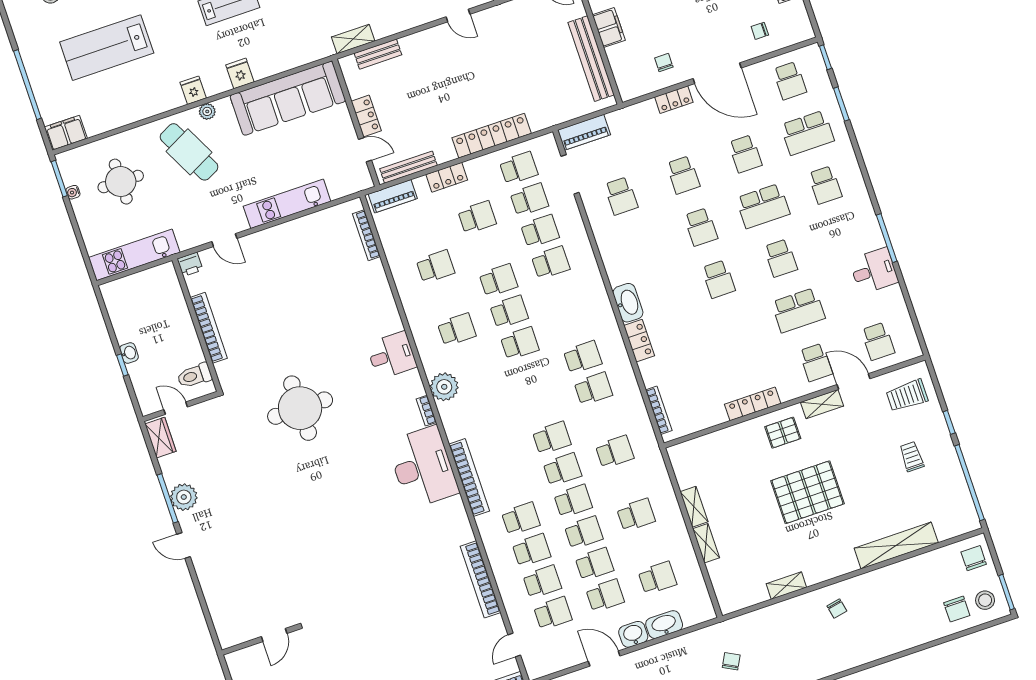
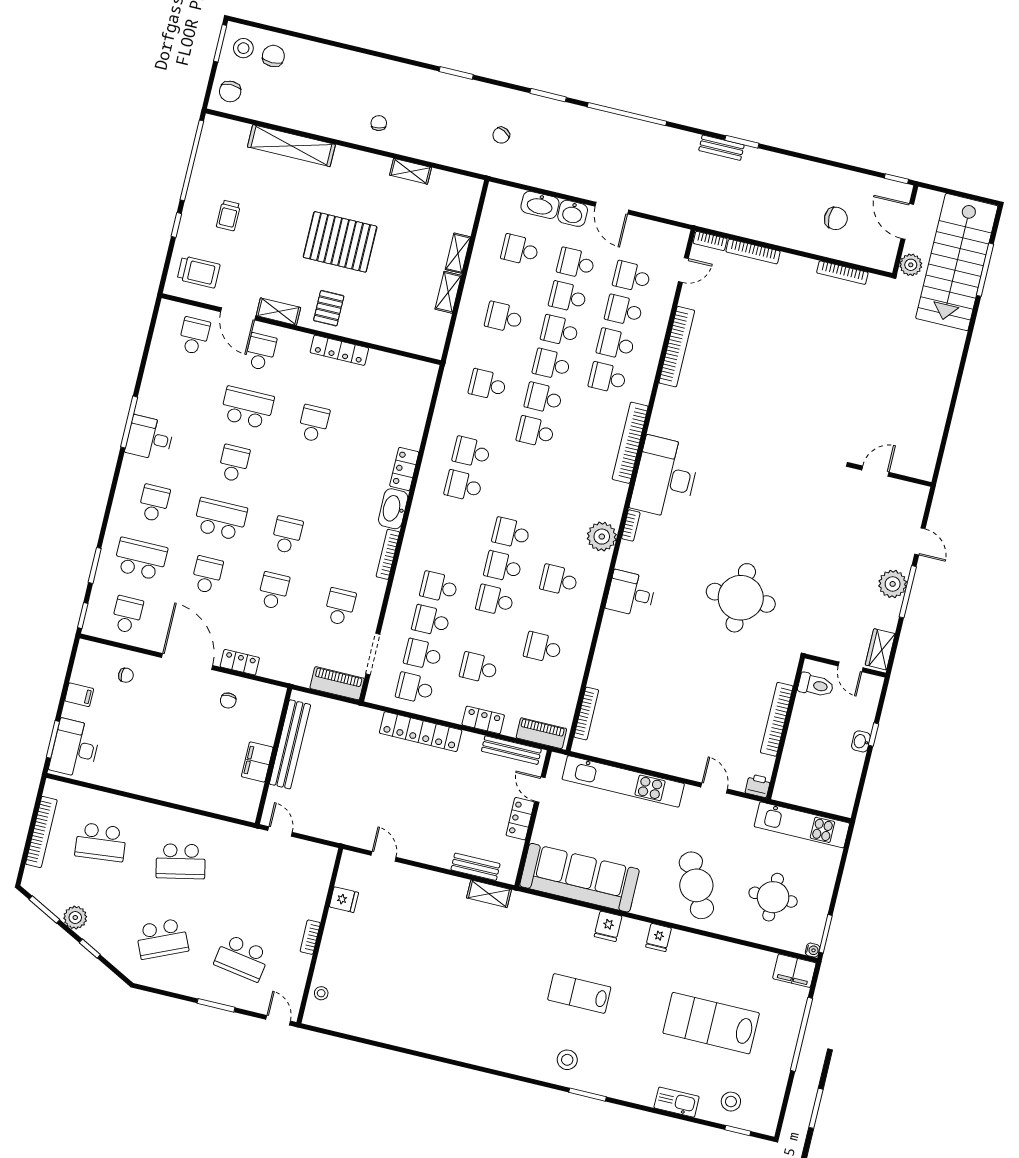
lab bench: (107, 48) -> (711, 1023), turned 180
plant: (207, 111) -> (658, 911), removed
water cooler: (73, 192) -> (812, 950), moved
kitchen unit: (287, 204) -> (623, 781), width x1.36
desk: (874, 271) -> (150, 438), moved
school desk: (718, 279) -> (314, 424), moved
bookcase: (659, 410) -> (388, 554), moved
pallet: (783, 433) -> (329, 308), turned 90
door: (274, 635) -> (875, 471), moved
wall: (259, 640) -> (891, 475), moved

